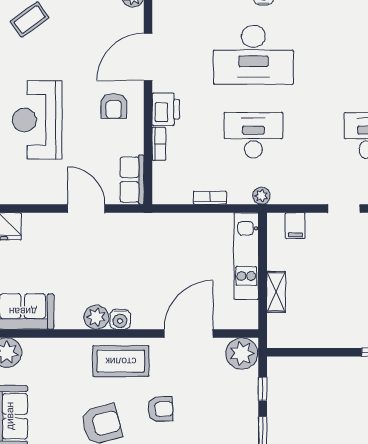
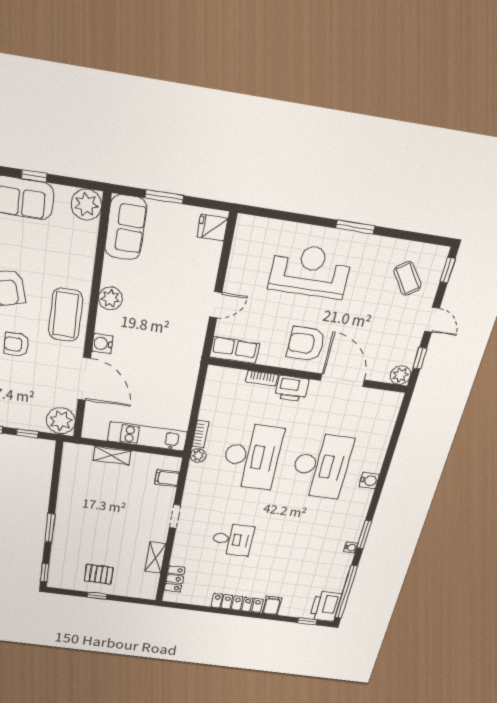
desk: (253, 55) -> (321, 466), turned 180
armchair: (114, 106) -> (306, 344), width x1.38, depth x1.38
desk: (253, 135) -> (252, 456), width x1.36, depth x1.30
bookcase: (210, 198) -> (200, 434), moved
door: (86, 209) -> (216, 305), width x0.73
water cooler: (120, 319) -> (102, 344), moved
armchair: (160, 409) -> (16, 344), turned 93

